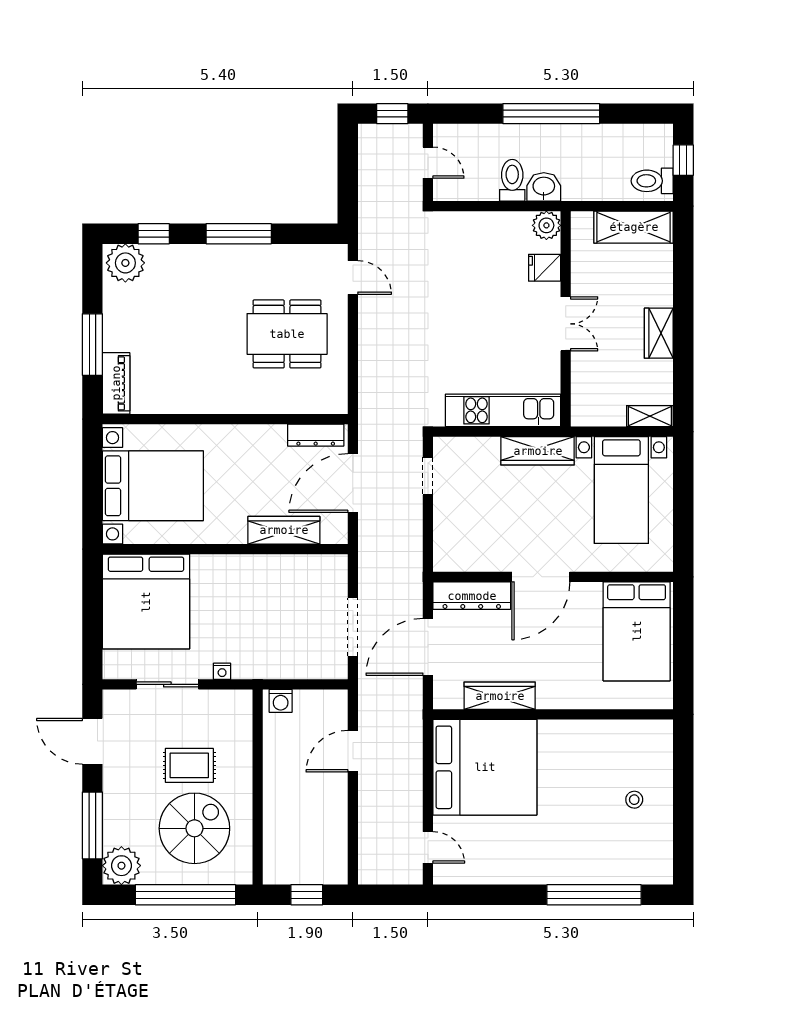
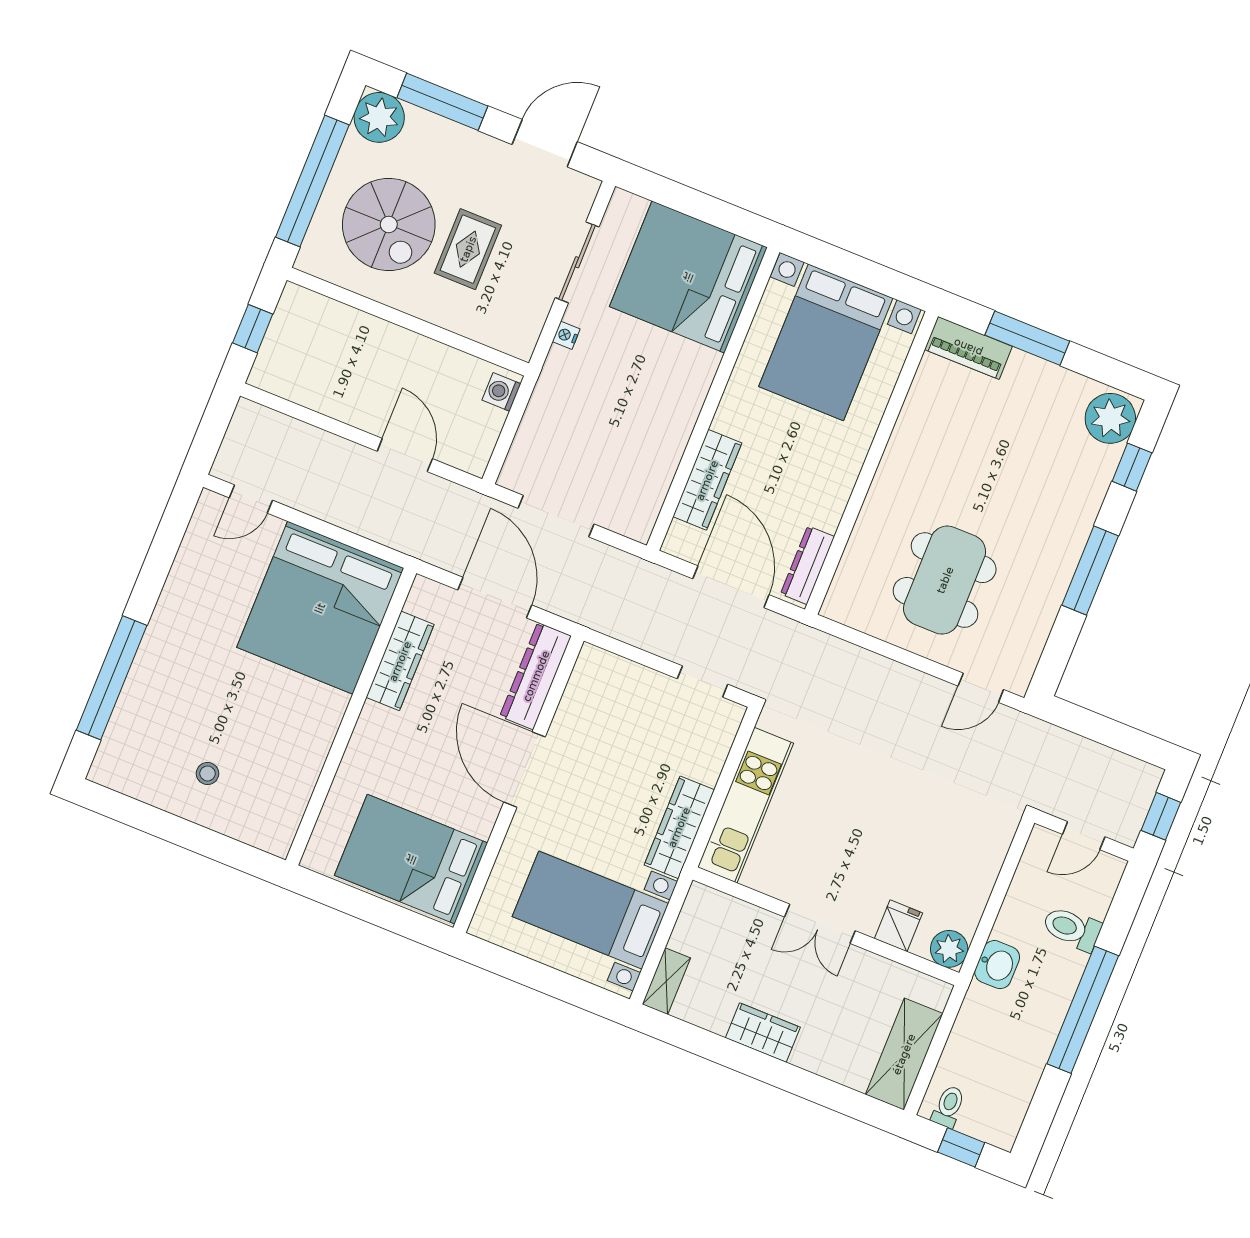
toilet: (512, 180) -> (1072, 928), moved, turned 180
toilet: (652, 181) -> (948, 1107), width x0.73, depth x0.72

